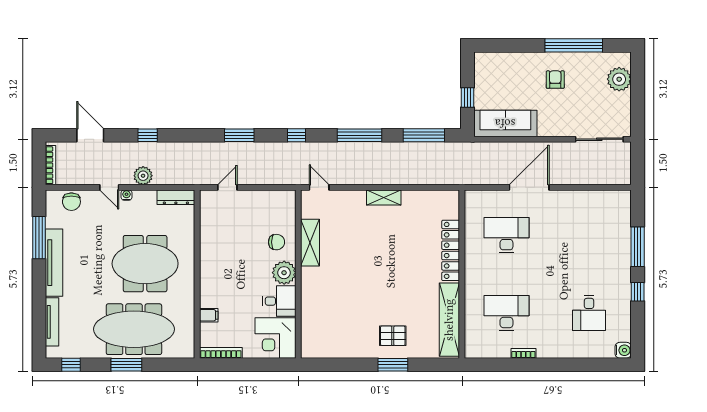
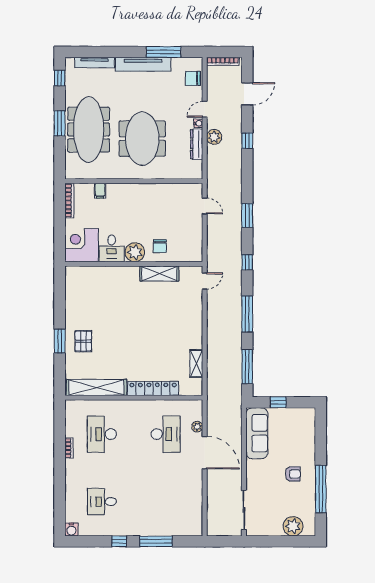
plant: (497, 196) -> (197, 427), added
dresser: (176, 197) -> (197, 144), moved
shelving: (384, 198) -> (196, 363), moved
desk: (506, 313) -> (102, 434), turned 180

